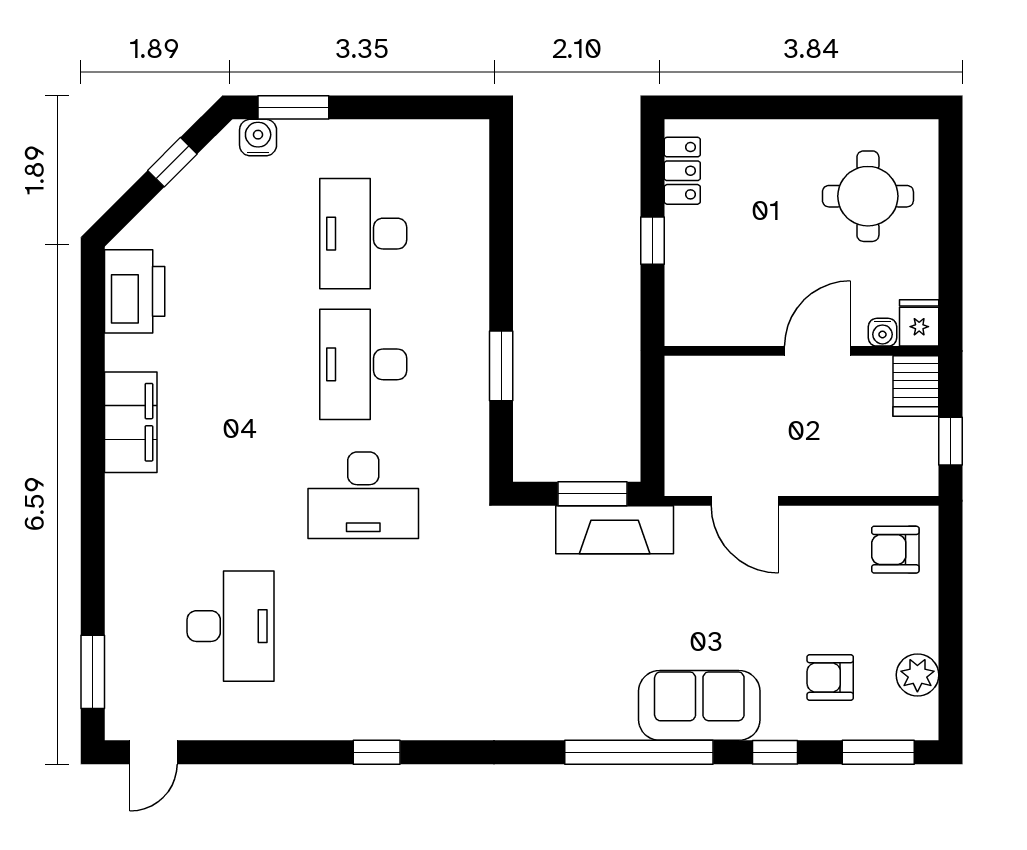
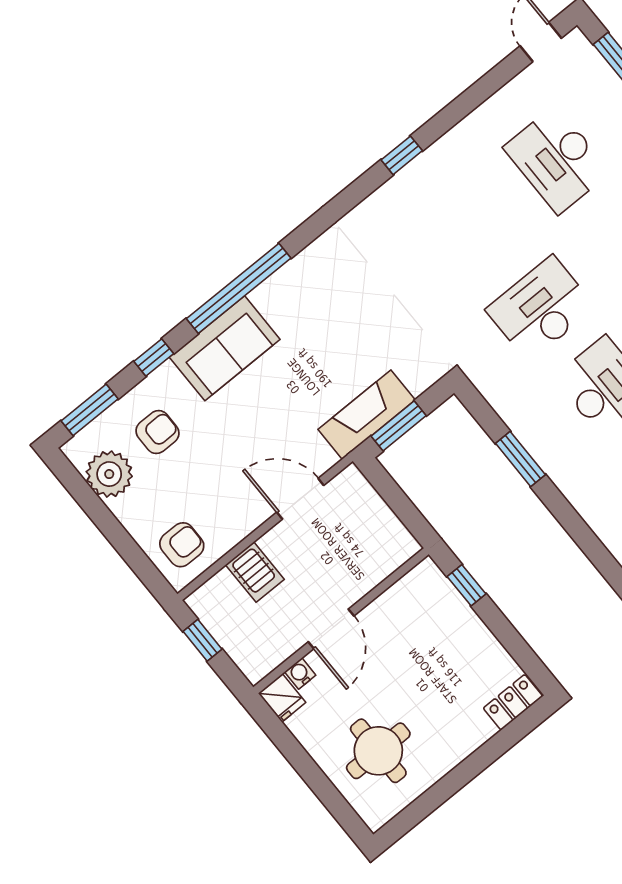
locker: (682, 171) -> (513, 702), moved, turned 90
window: (652, 241) -> (466, 585), moved
server rack: (916, 386) -> (255, 572), moved, turned 180
plant: (917, 675) -> (109, 474), width x1.36, depth x1.36

